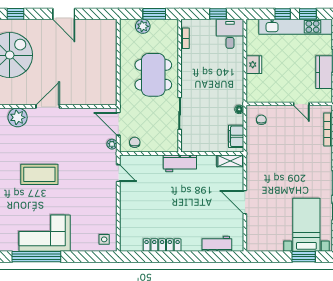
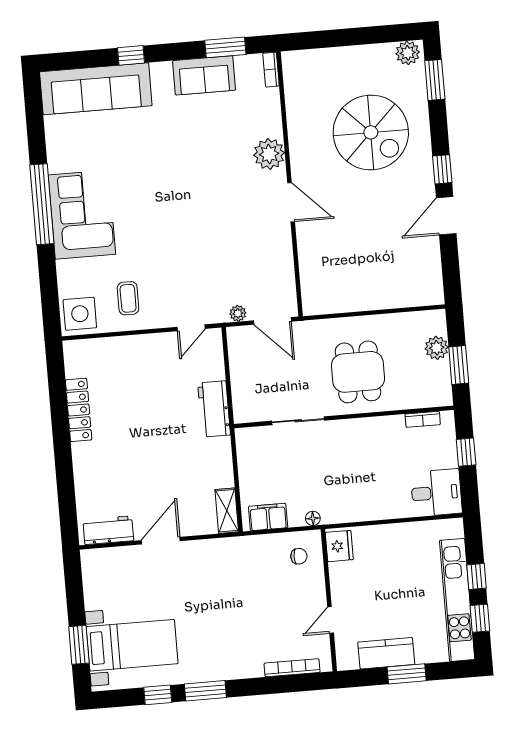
window: (15, 14) -> (442, 169), moved
window: (218, 14) -> (466, 452), moved
fridge: (254, 65) -> (339, 546), moved, turned -90
dining table: (153, 75) -> (358, 372), width x0.73
door: (118, 124) -> (272, 321), swing flipped
chair: (135, 142) -> (244, 351), removed
workbench: (180, 163) -> (214, 409), moved
coffee table: (39, 174) -> (128, 298), moved, width x0.54, depth x0.58
side table: (104, 239) -> (80, 314), width x1.87, depth x1.87
workbench: (217, 244) -> (108, 530), moved, turned -90

